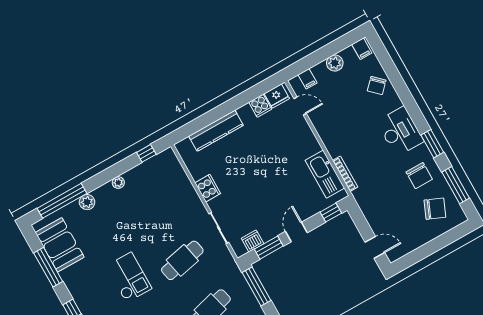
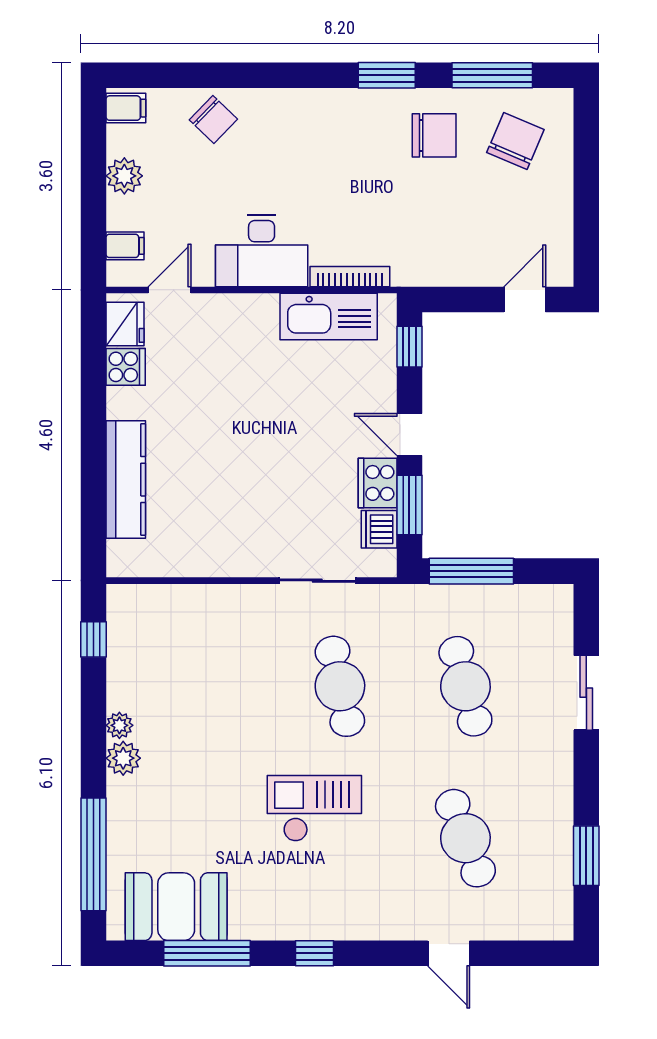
desk: (400, 131) -> (262, 251), moved, turned 180
cooker: (208, 188) -> (378, 483), moved, turned -90
plant: (87, 202) -> (123, 758), moved

